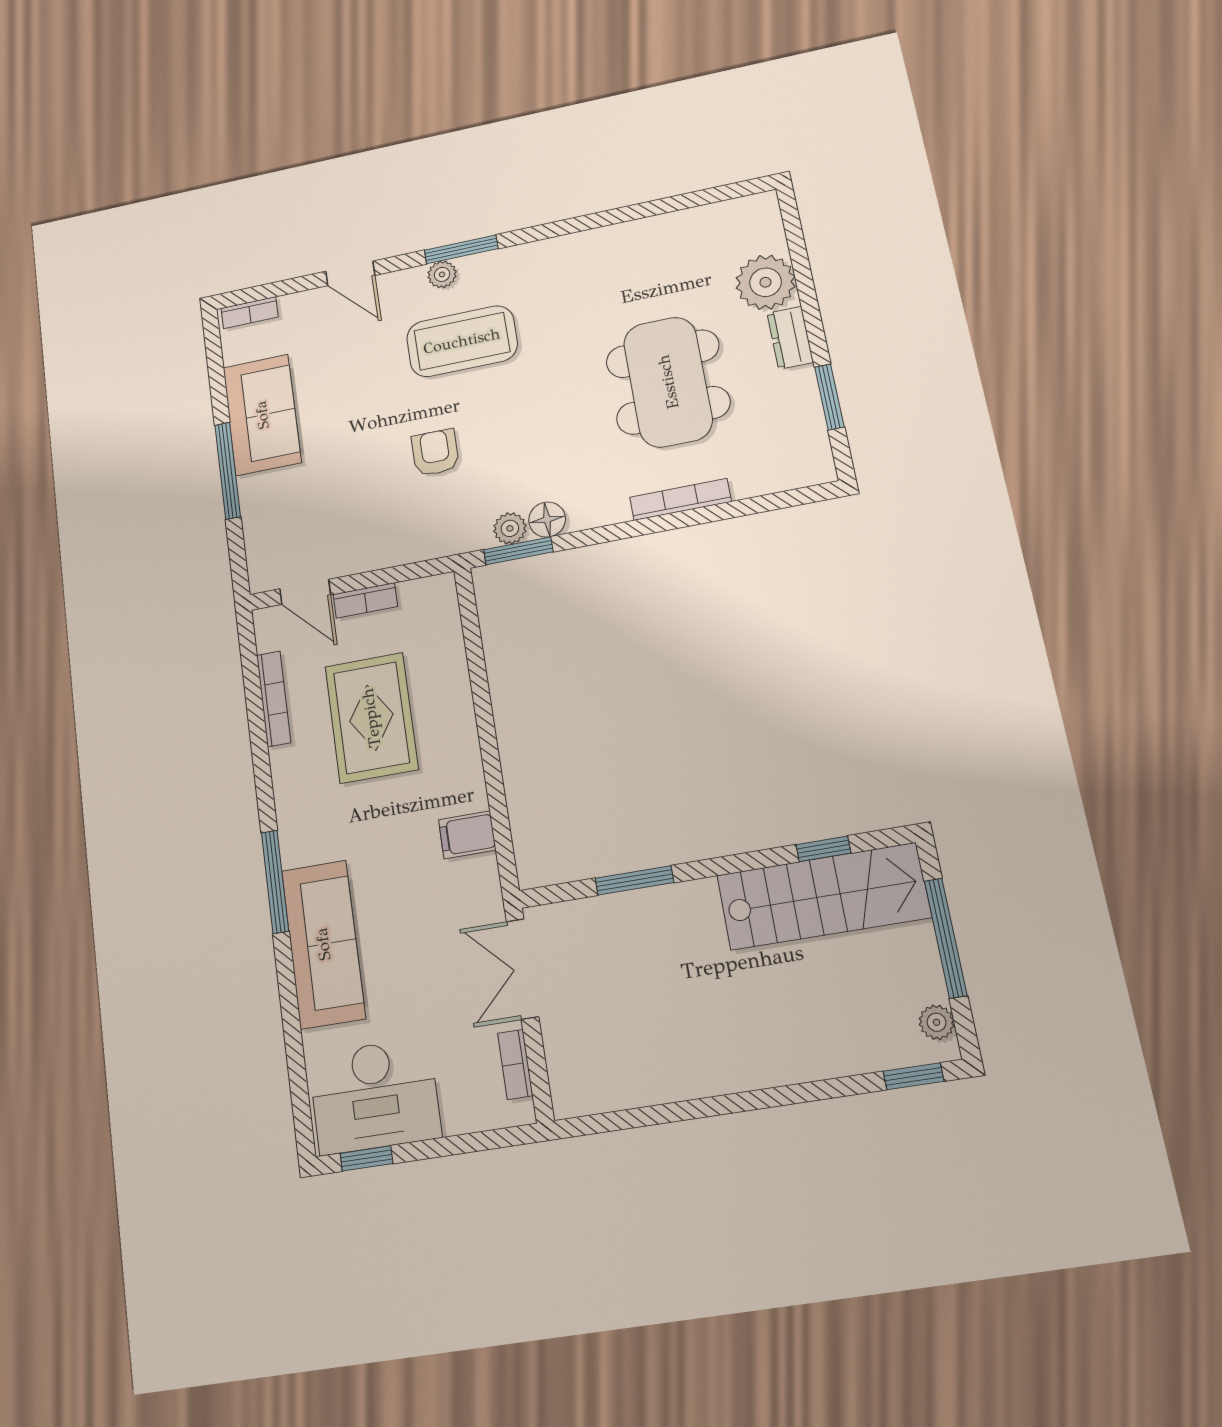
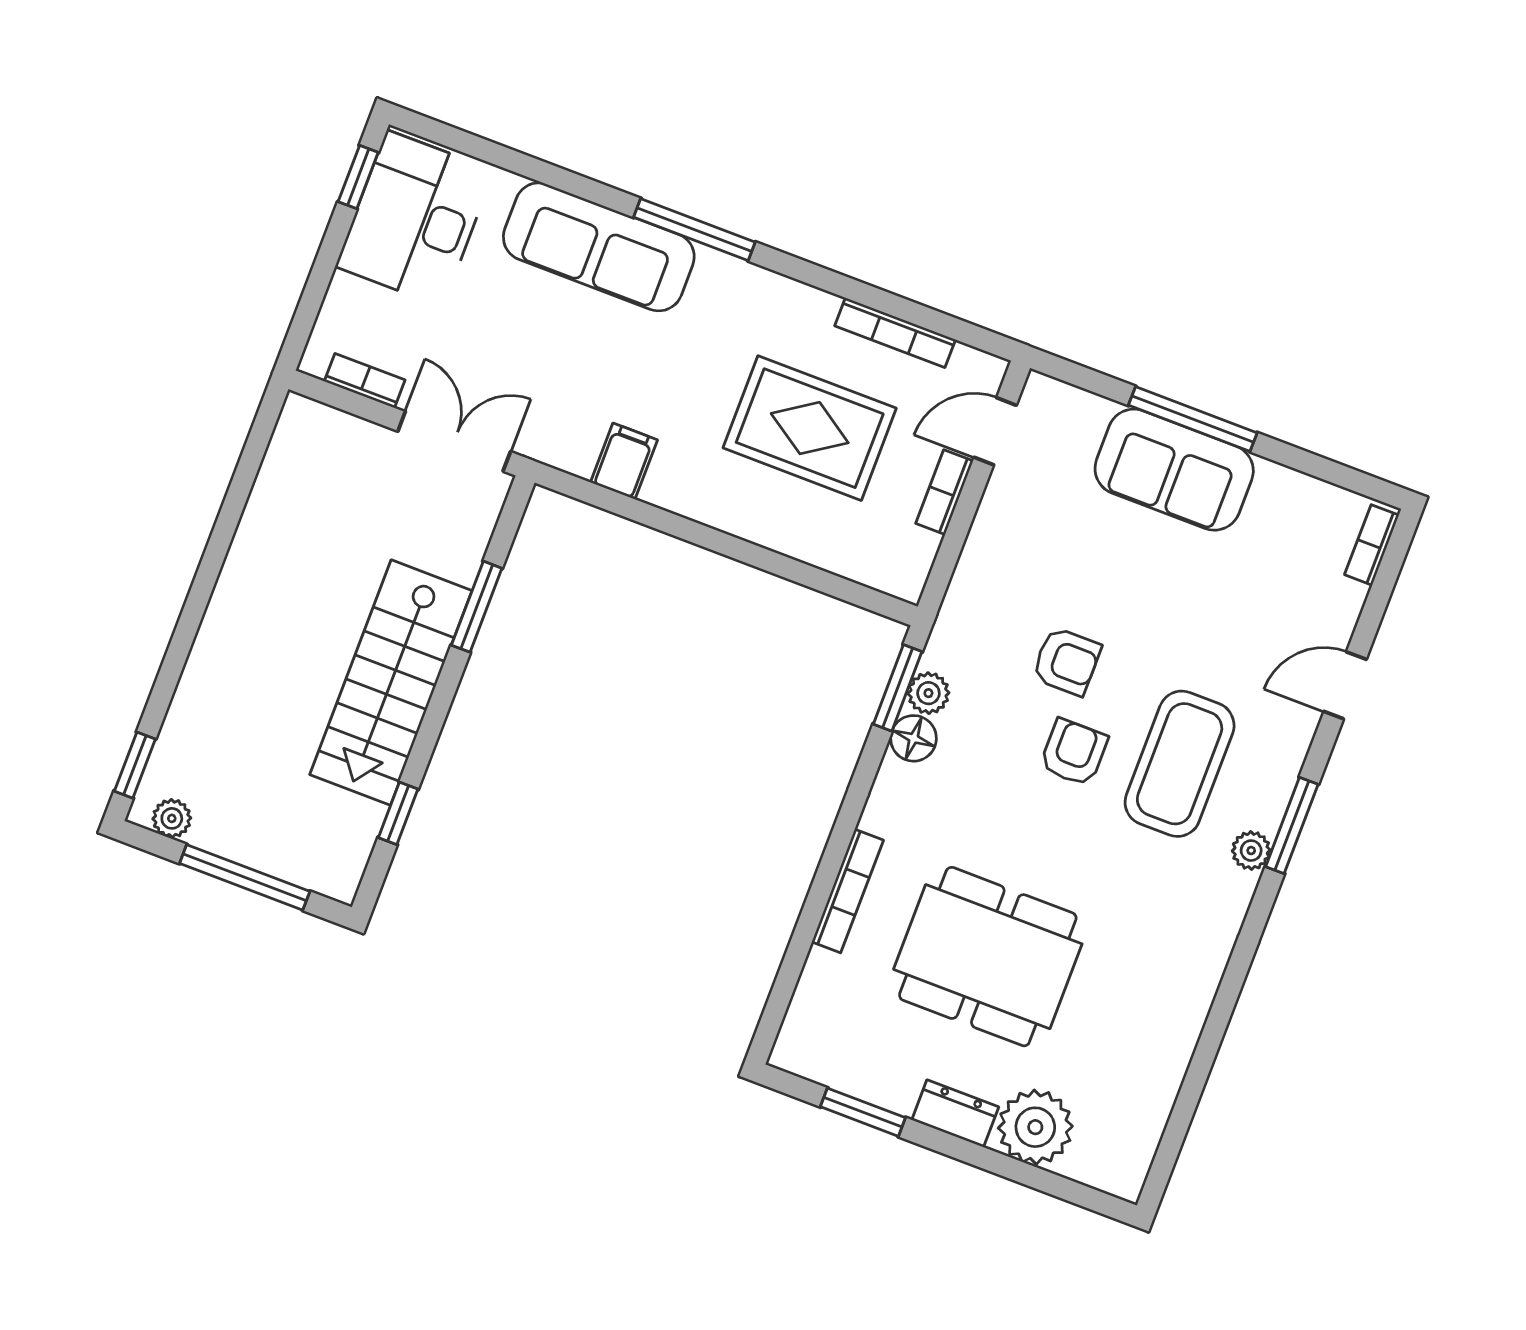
plant: (442, 274) -> (1251, 851), moved
armchair: (494, 411) -> (1074, 752), added
sofa: (262, 415) -> (1174, 470), moved
stairs: (823, 896) -> (391, 683), moved

